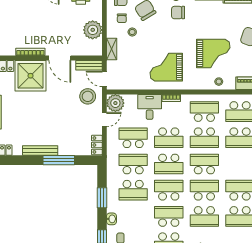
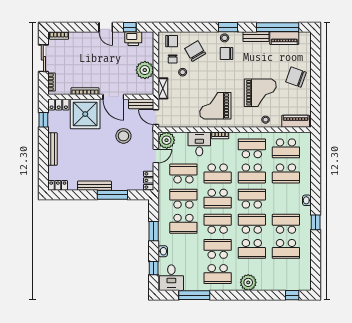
stool: (88, 96) -> (123, 136), moved

